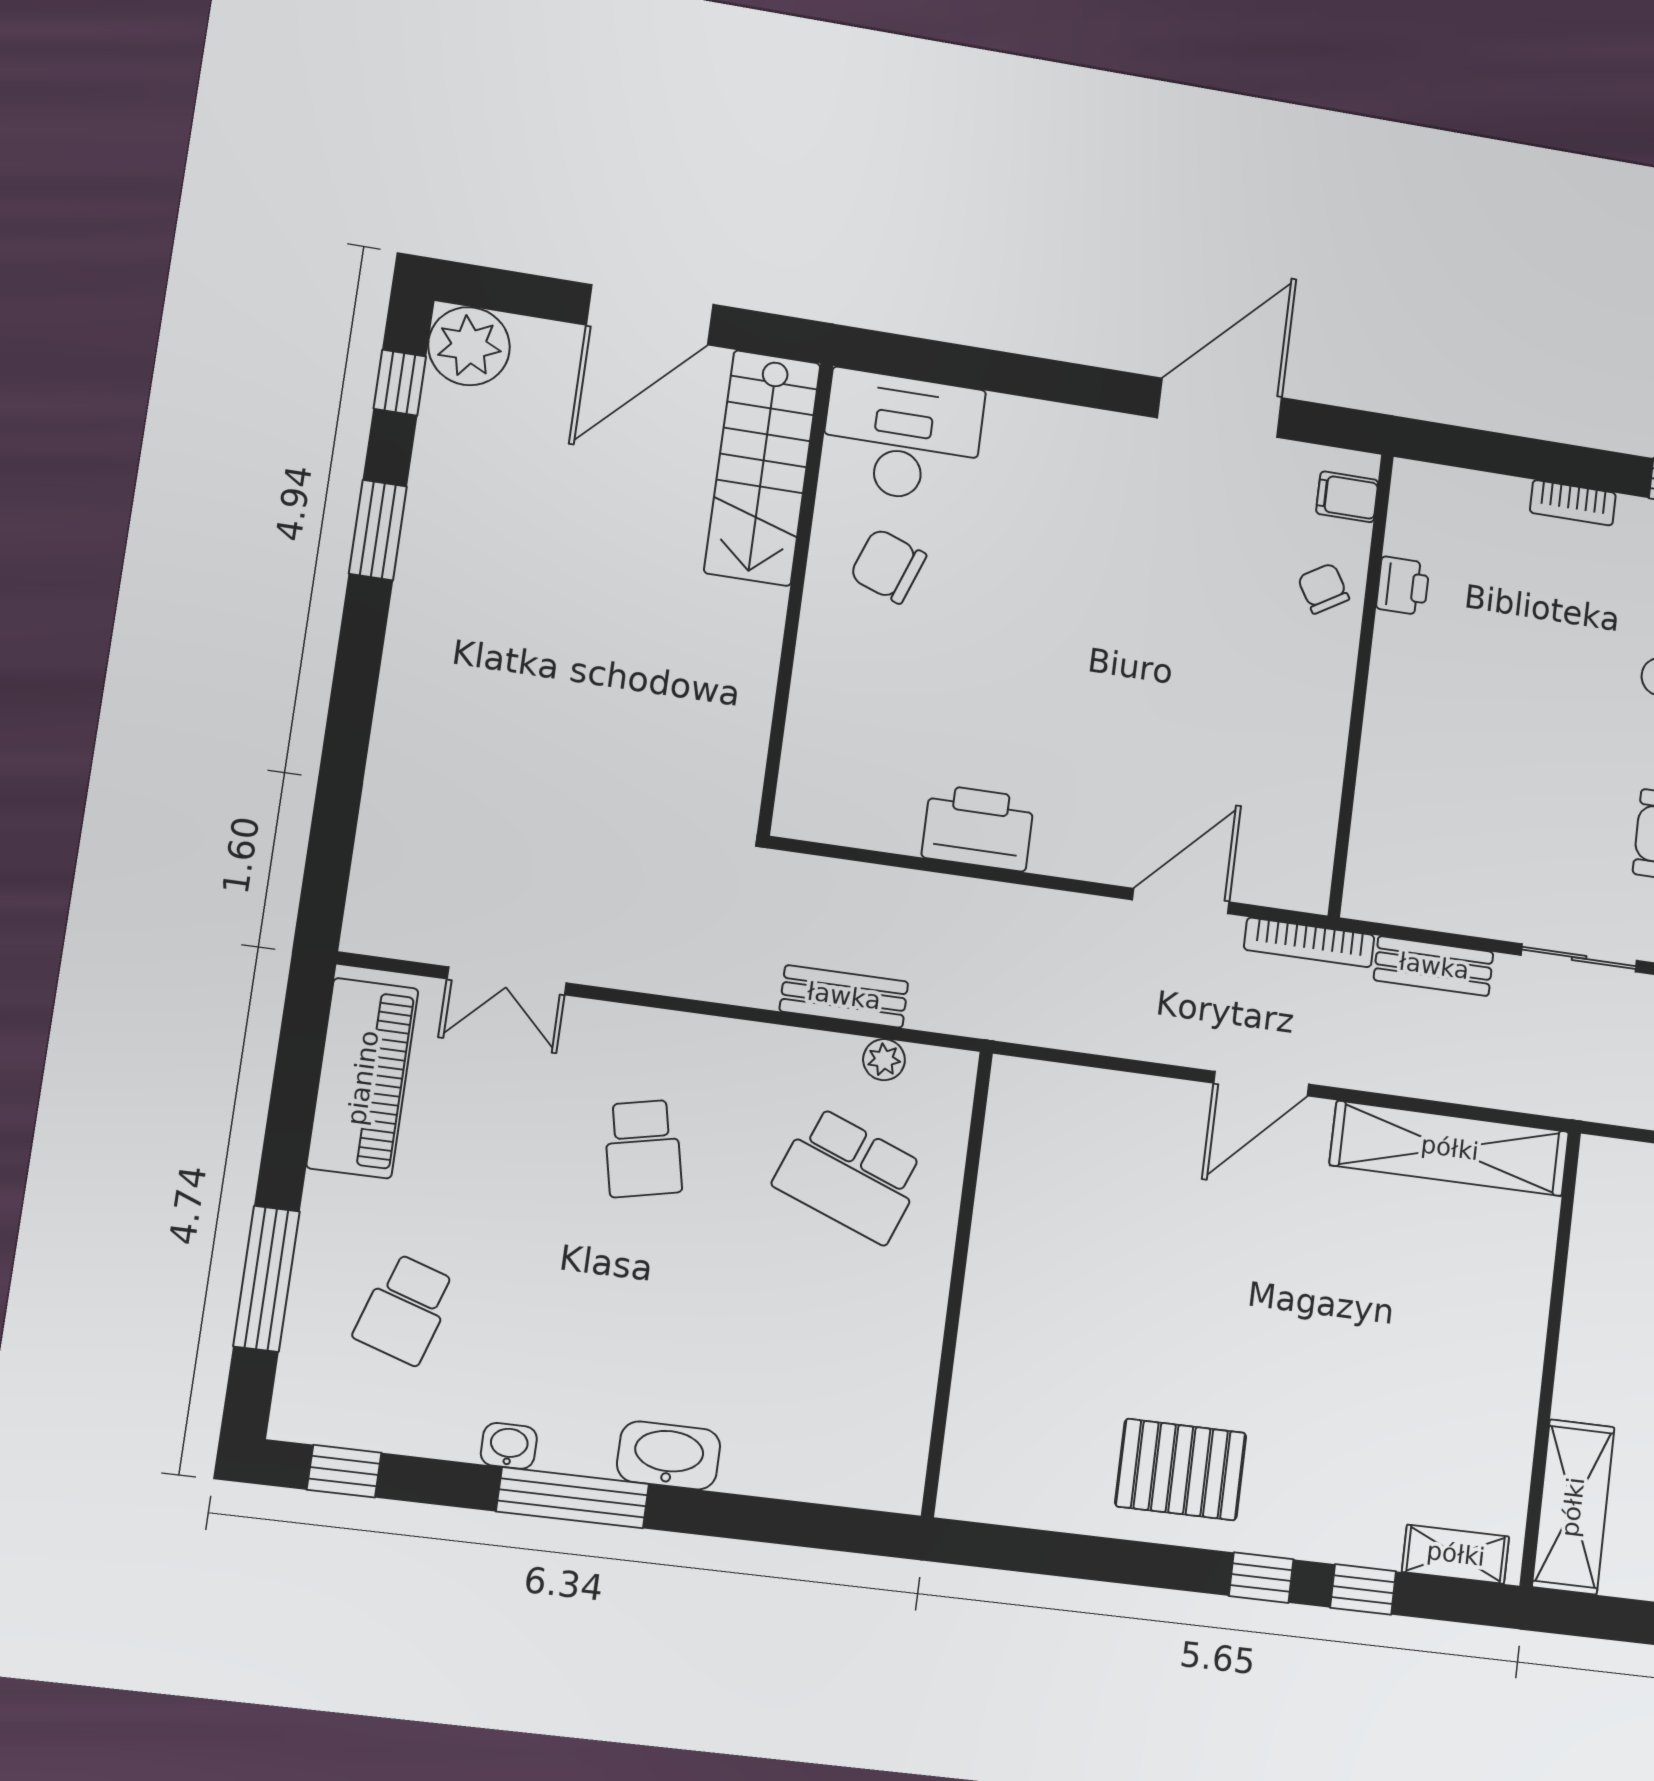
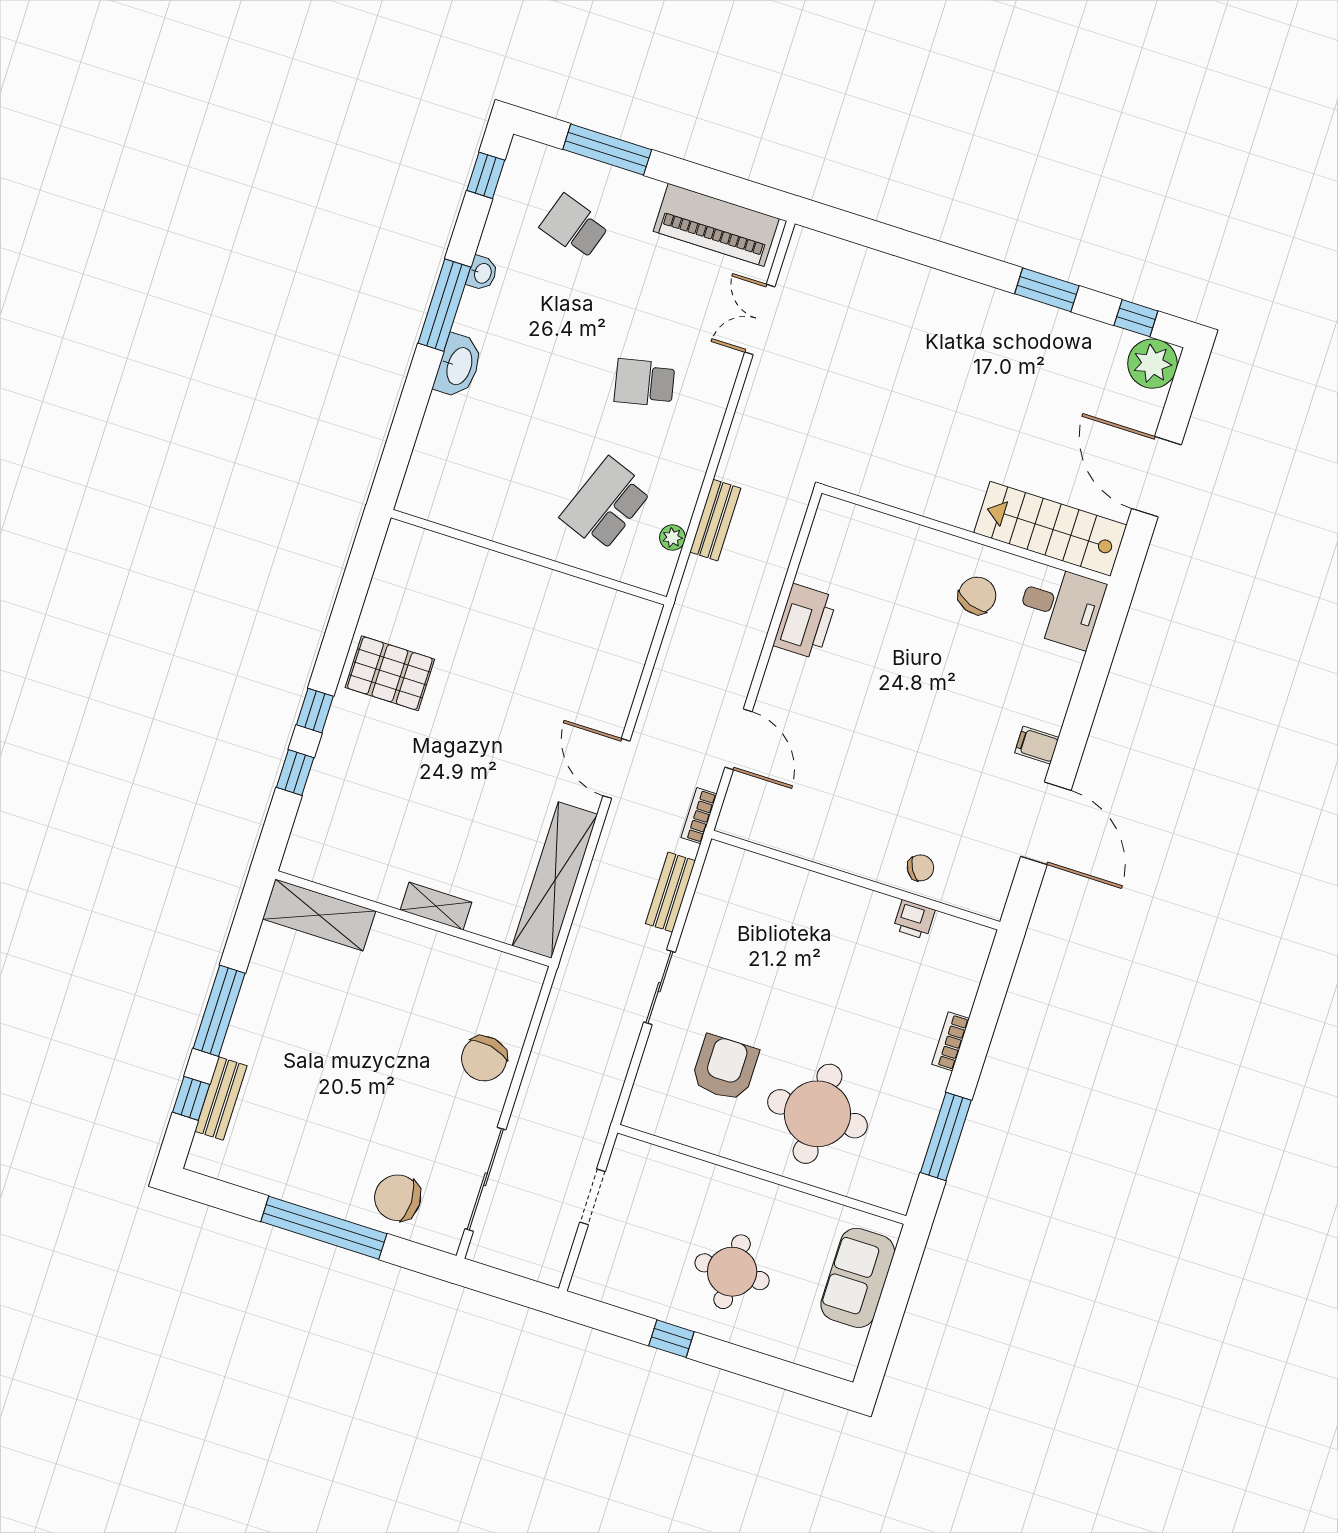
desk: (902, 437) -> (1061, 606), width x0.73
filing cabinet: (1347, 497) -> (1037, 745), moved, turned -90
bookcase: (1309, 942) -> (699, 816), width x0.64
pallet: (1181, 1470) -> (390, 673), turned 90
shelving: (1456, 1554) -> (436, 906), moved, turned 90

